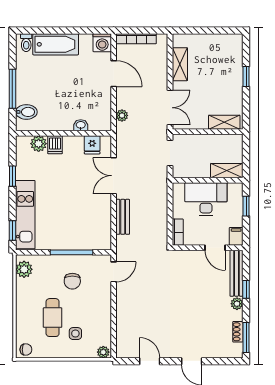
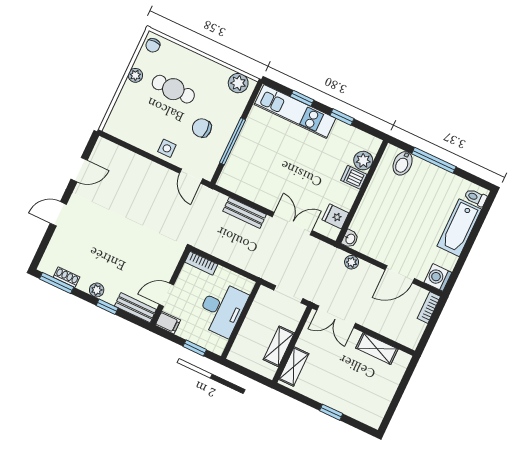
bookcase: (136, 39) -> (429, 307), width x0.64
washbasin: (81, 125) -> (350, 239), moved
shelving: (227, 171) -> (279, 346), moved
window: (12, 231) -> (302, 98), moved
bench: (236, 273) -> (135, 308), width x0.73
side table: (75, 334) -> (167, 148), moved
plant: (103, 352) -> (135, 75), moved

